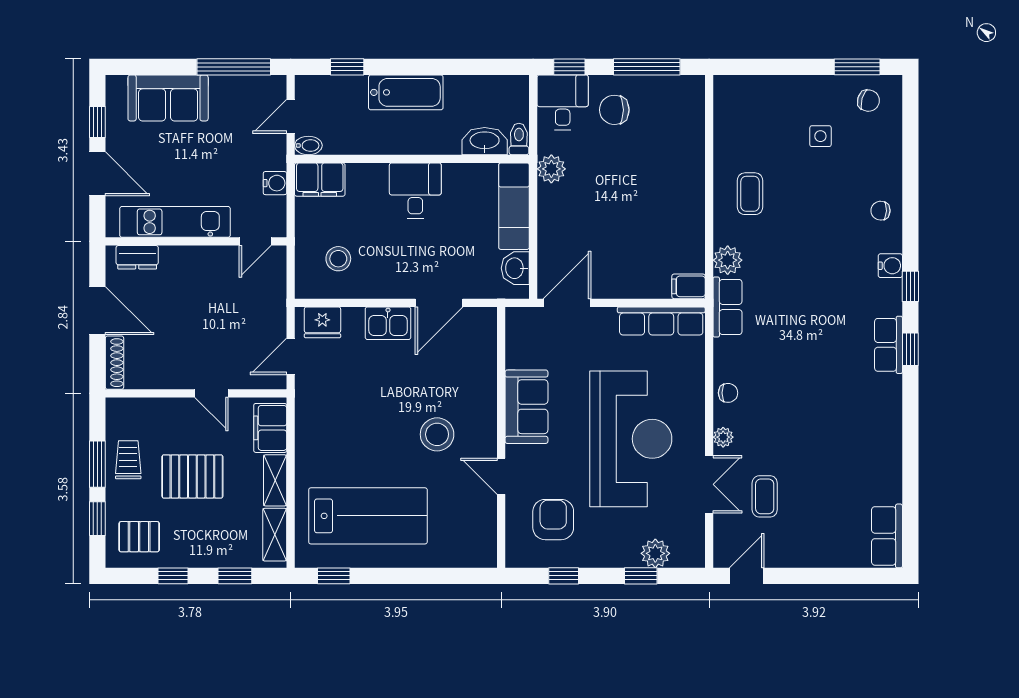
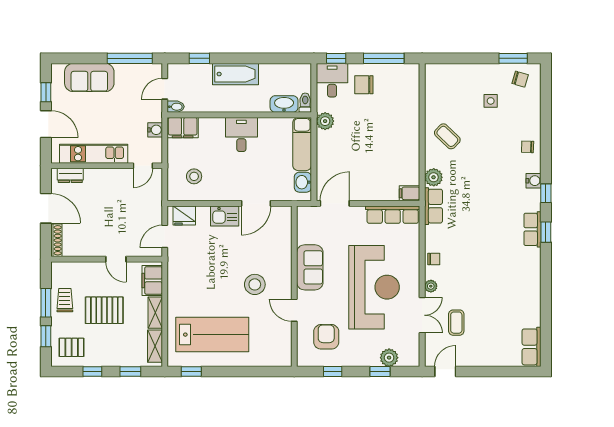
coffee table: (750, 194) -> (447, 136), turned -46

